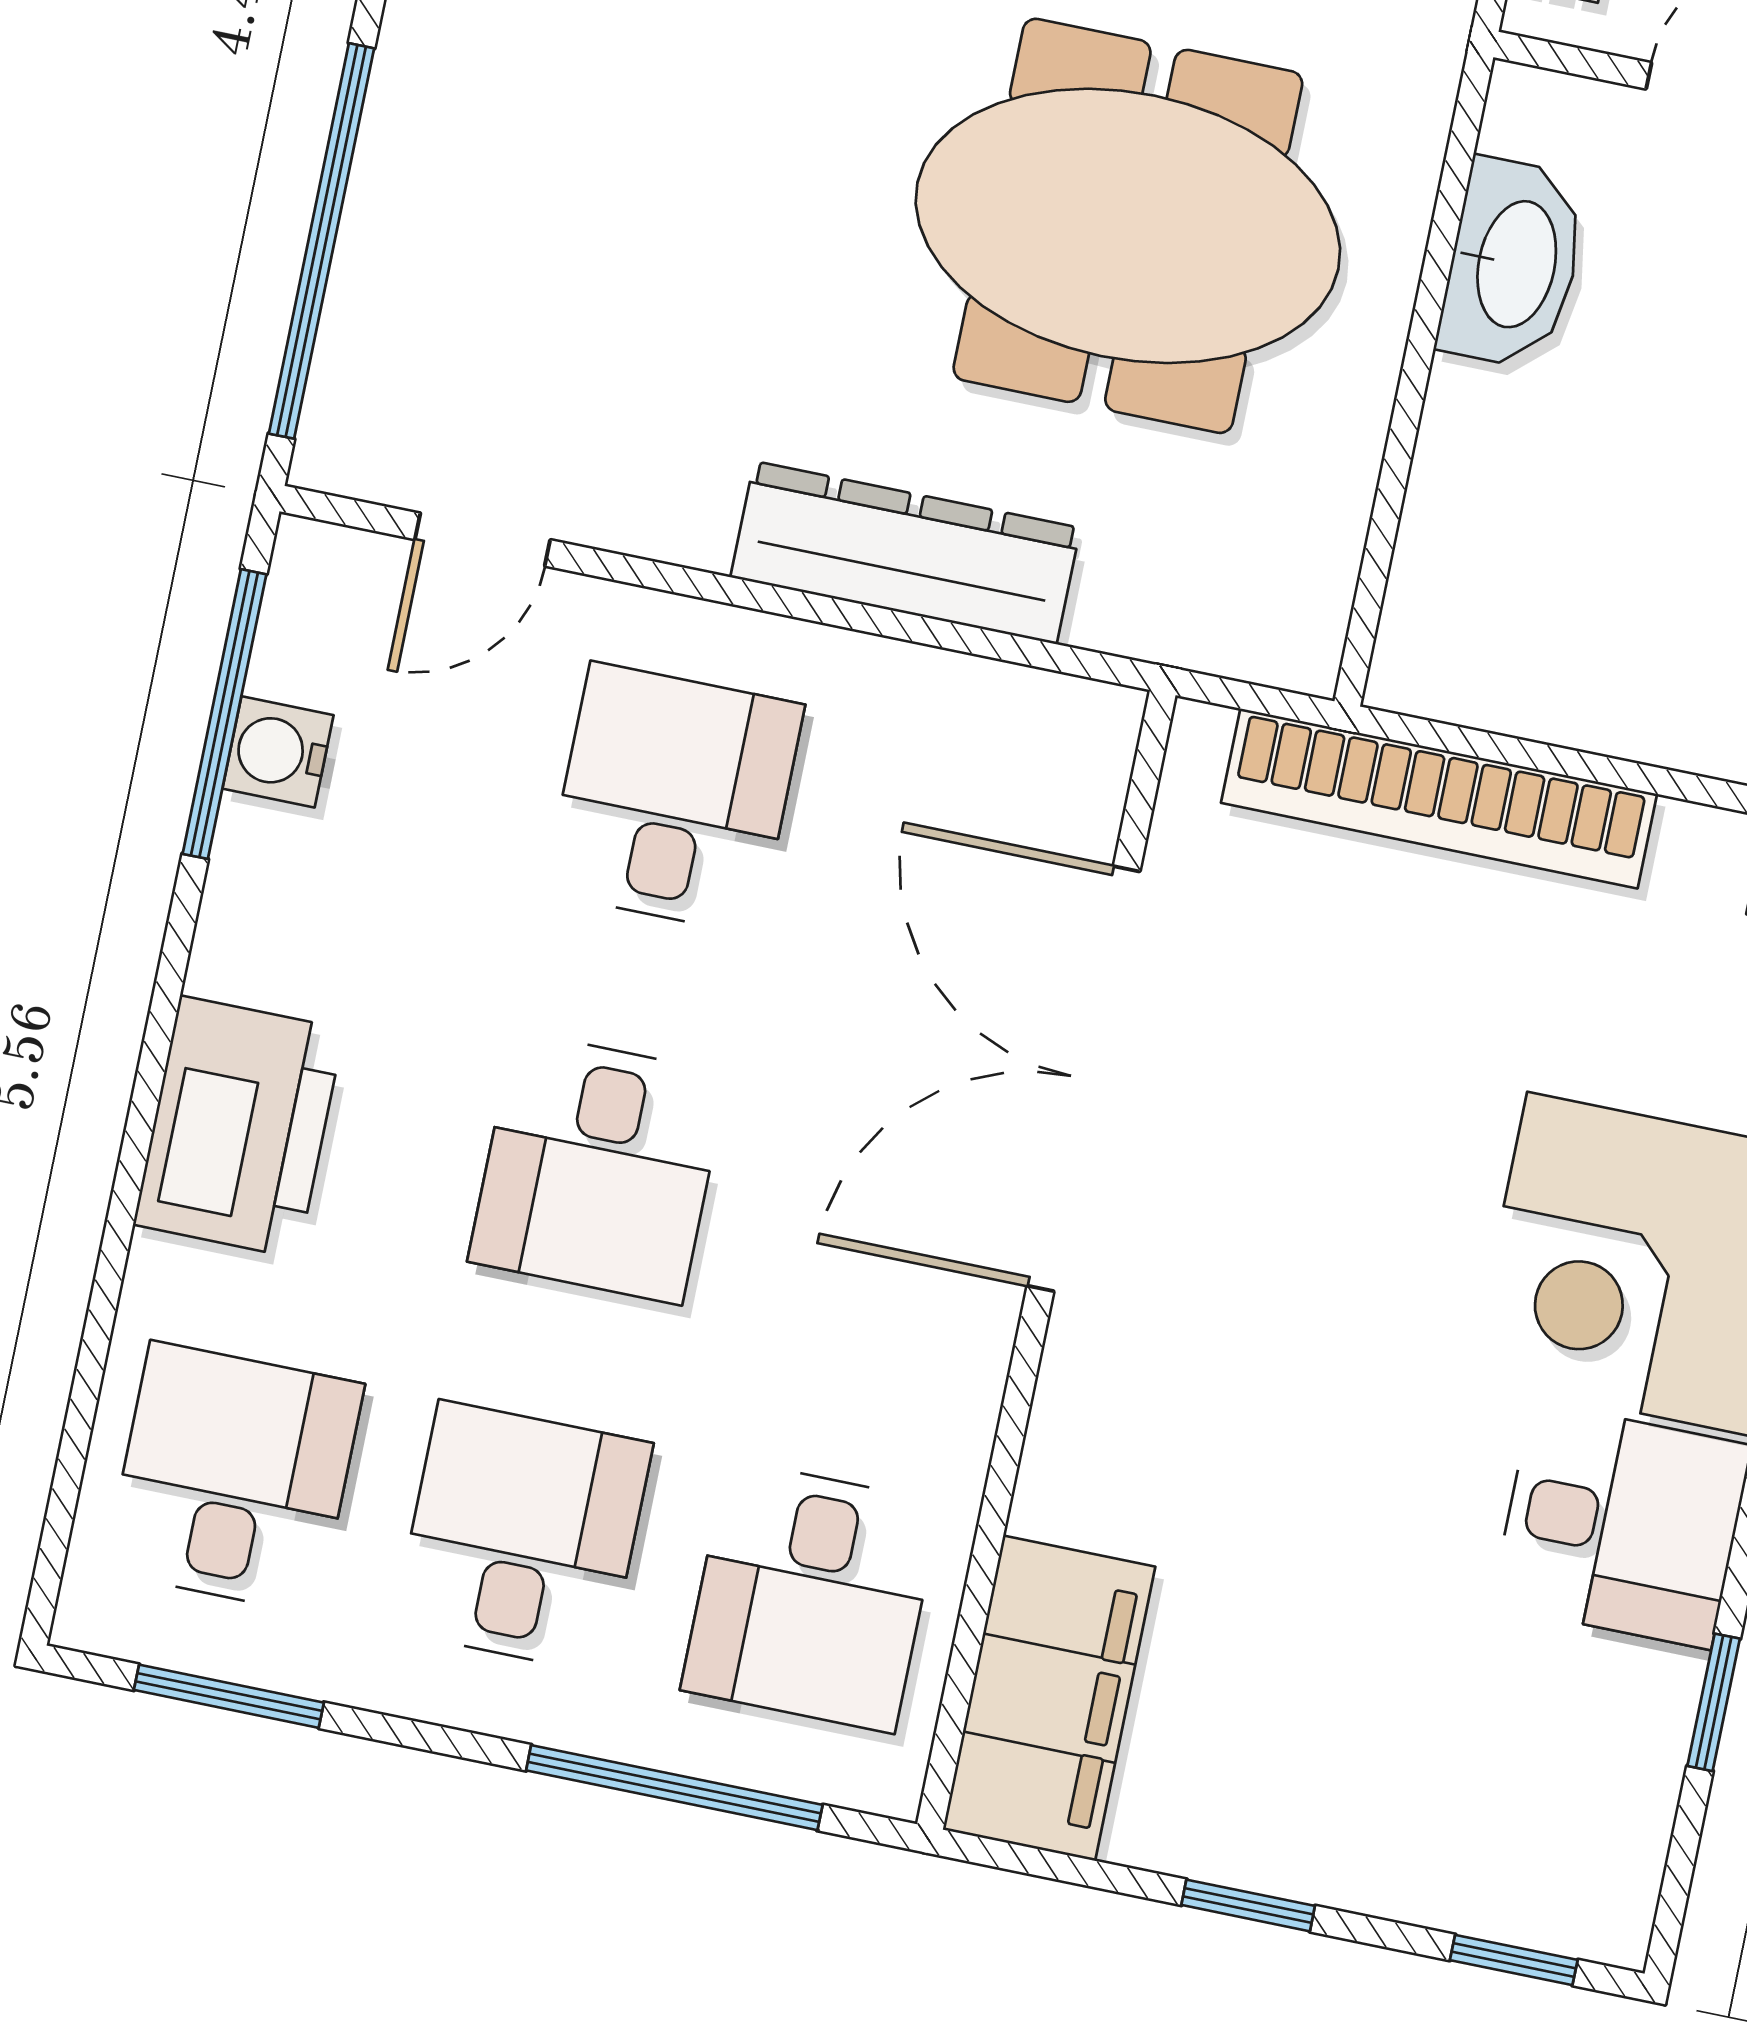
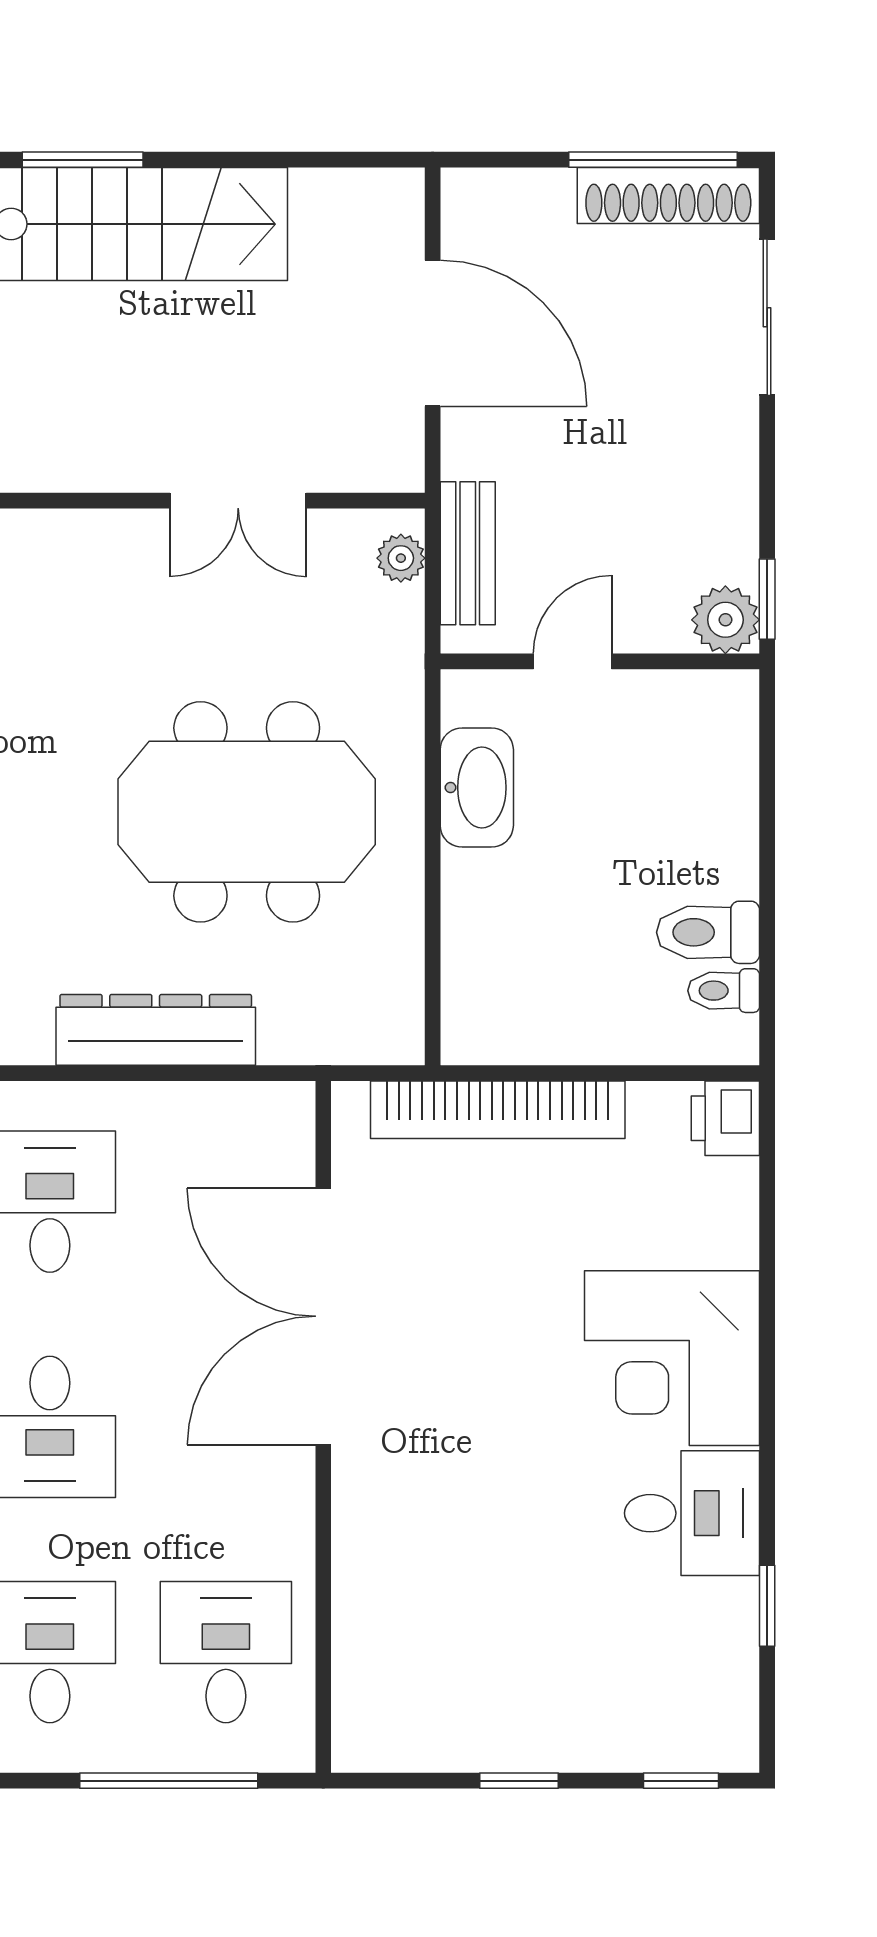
desk: (811, 1596) -> (226, 1652), turned 180
filing cabinet: (1049, 1698) -> (377, 1683), removed

